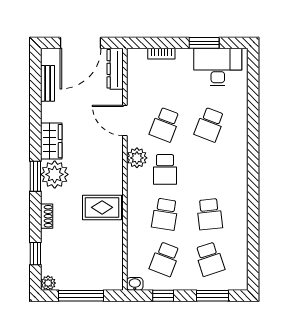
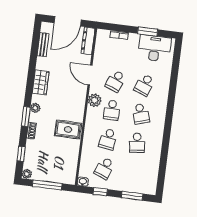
plant: (55, 174) -> (35, 108), width x0.53, depth x0.53
window: (35, 176) -> (26, 117), moved
school desk: (210, 259) -> (141, 114), moved

